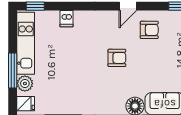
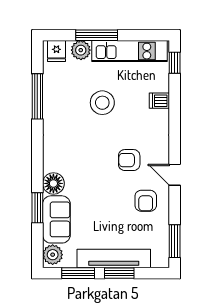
armchair: (117, 58) -> (129, 160), moved, turned 90
stool: (68, 66) -> (102, 103), added

